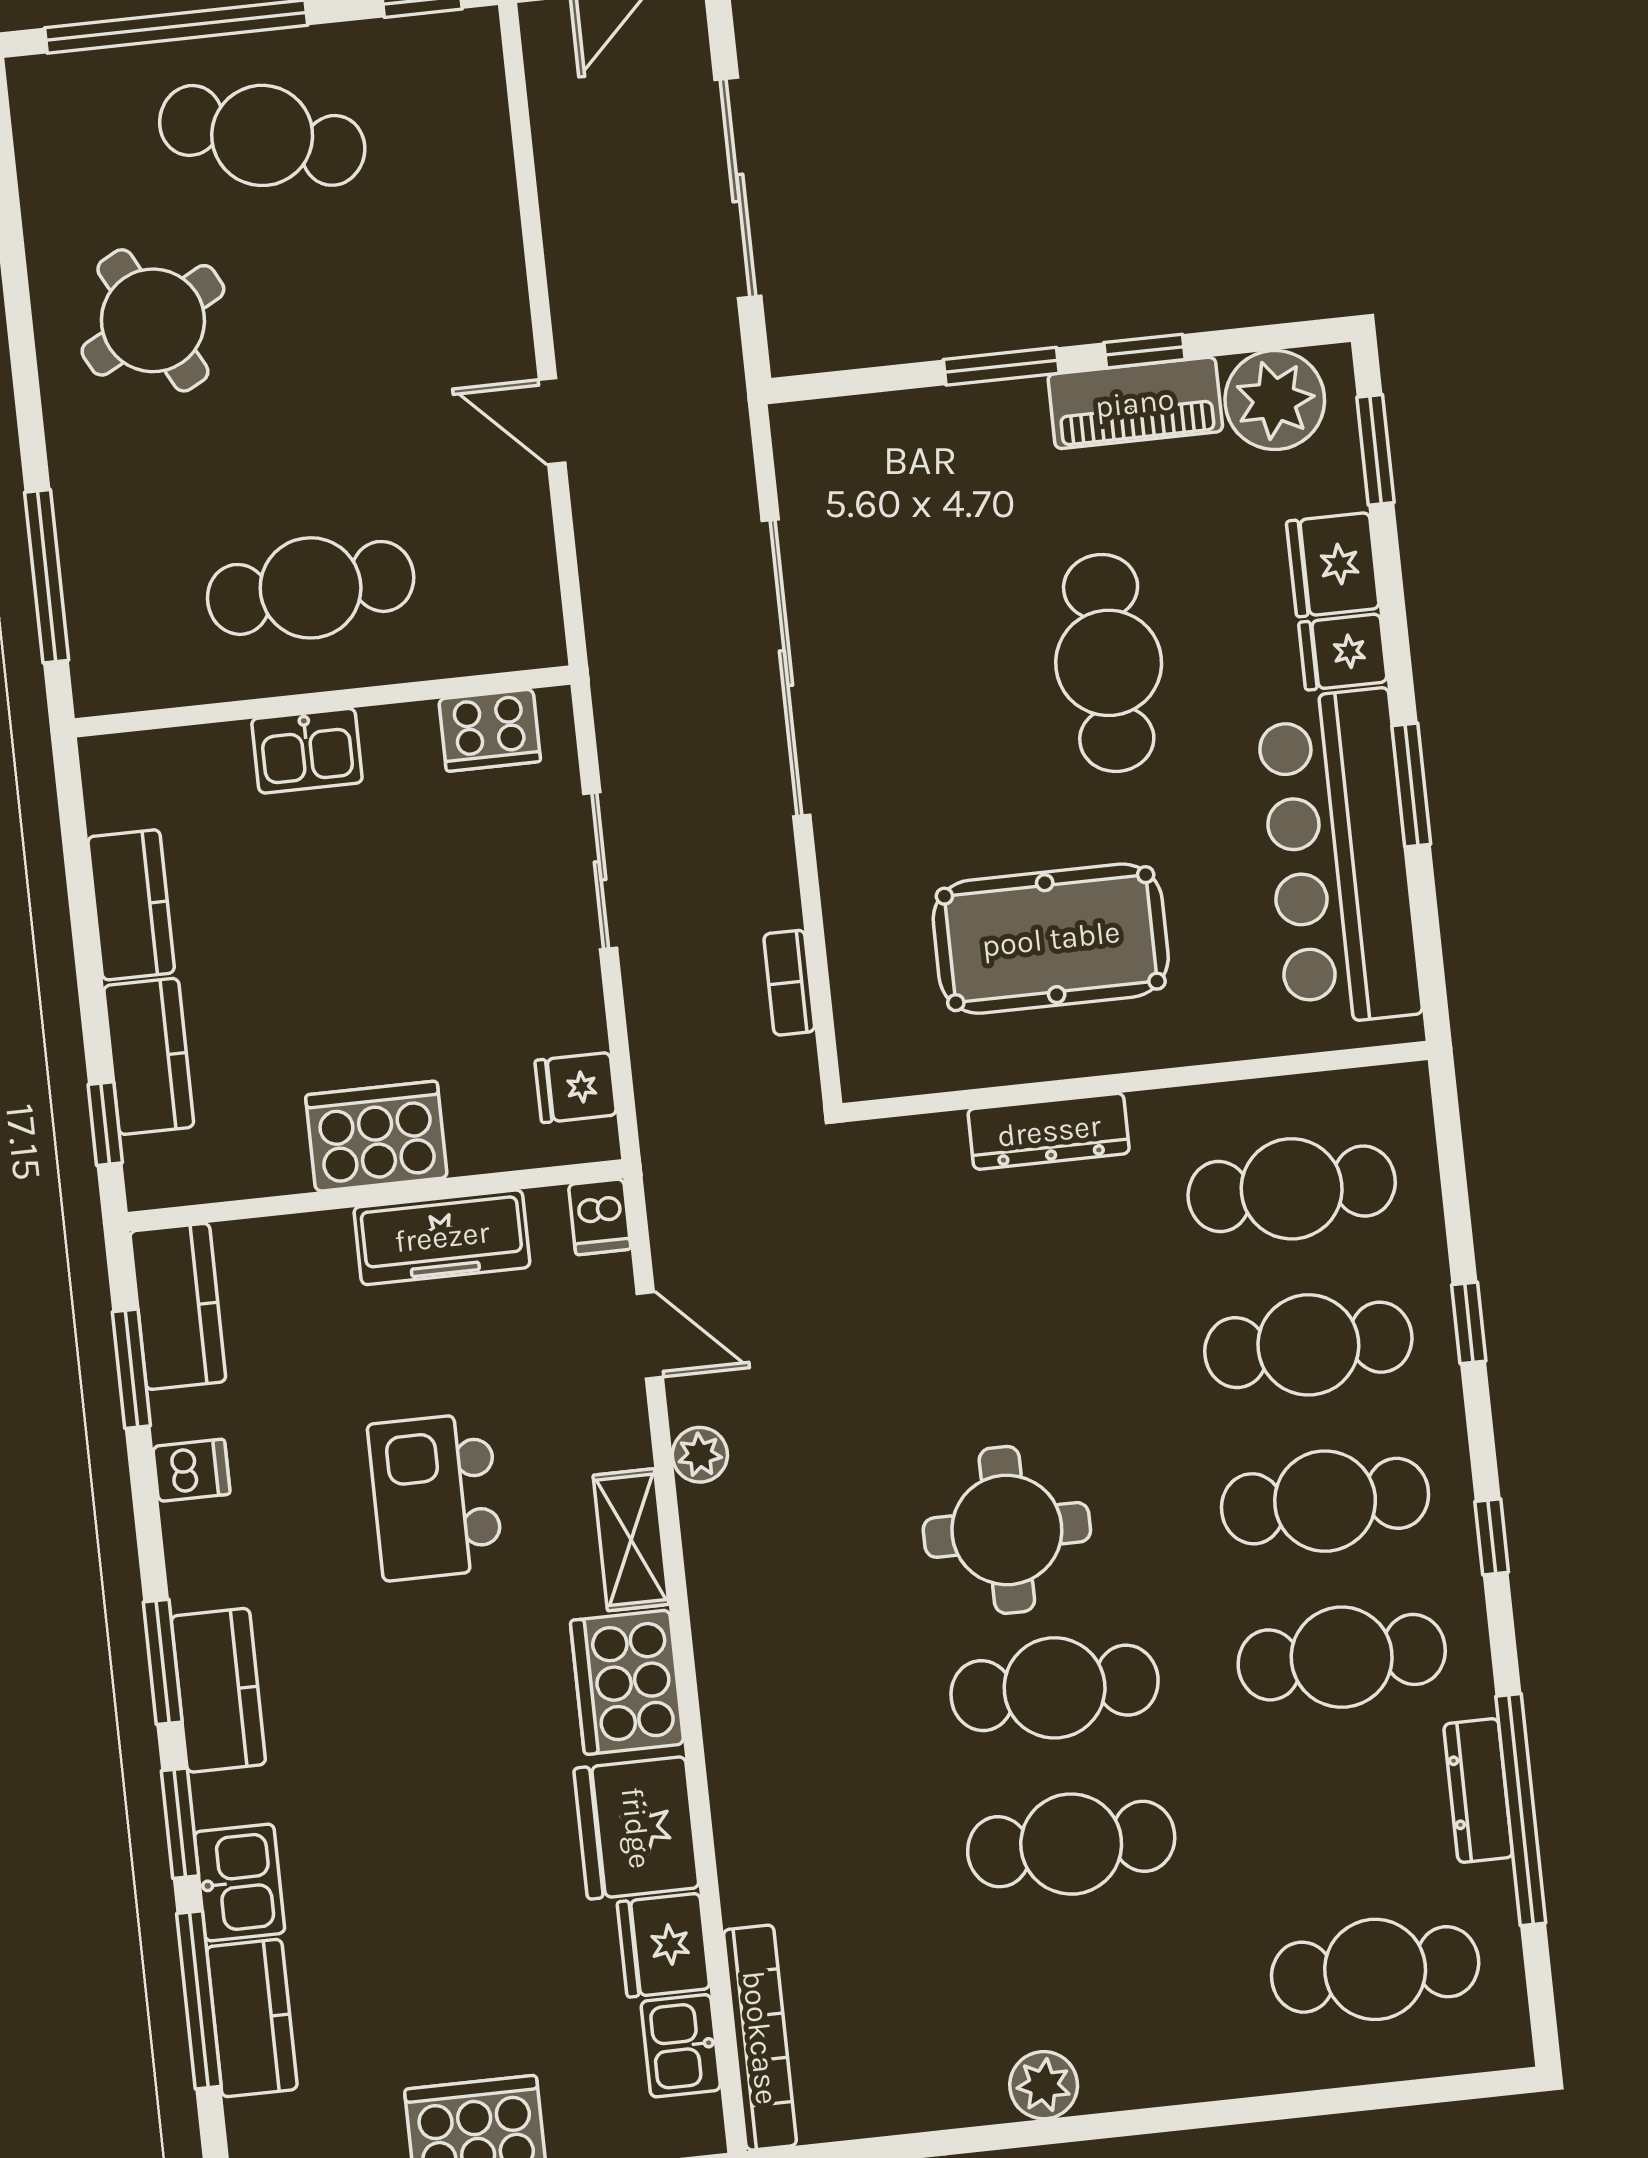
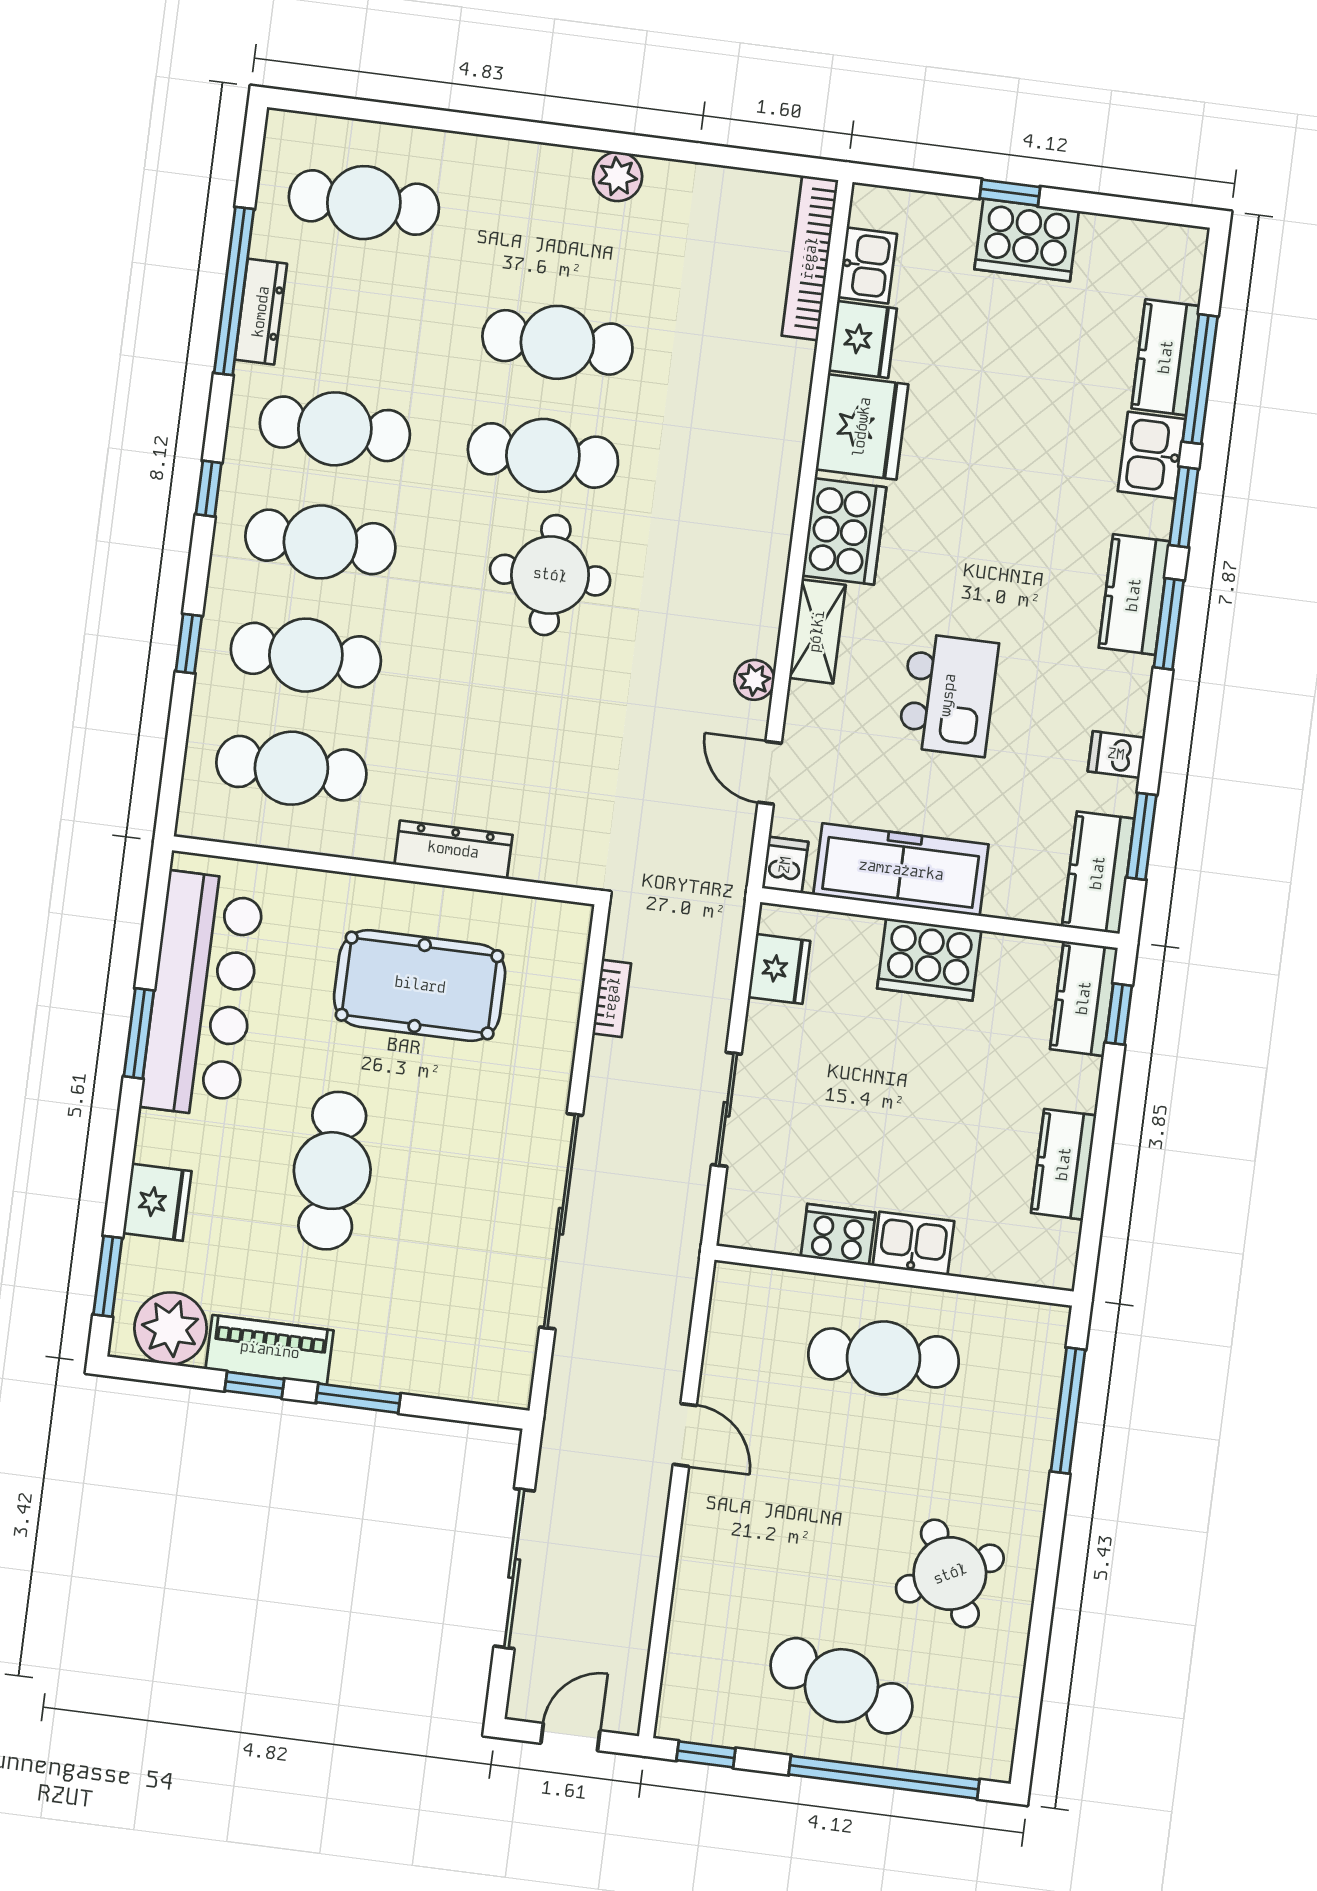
fridge: (1343, 652) -> (165, 1139), removed
cooker: (490, 730) -> (838, 1235), moved
kitchen counter: (149, 1056) -> (1084, 998), moved
fridge: (576, 1088) -> (779, 969), width x1.38
freezer: (442, 1237) -> (901, 870), width x1.36, depth x1.26

